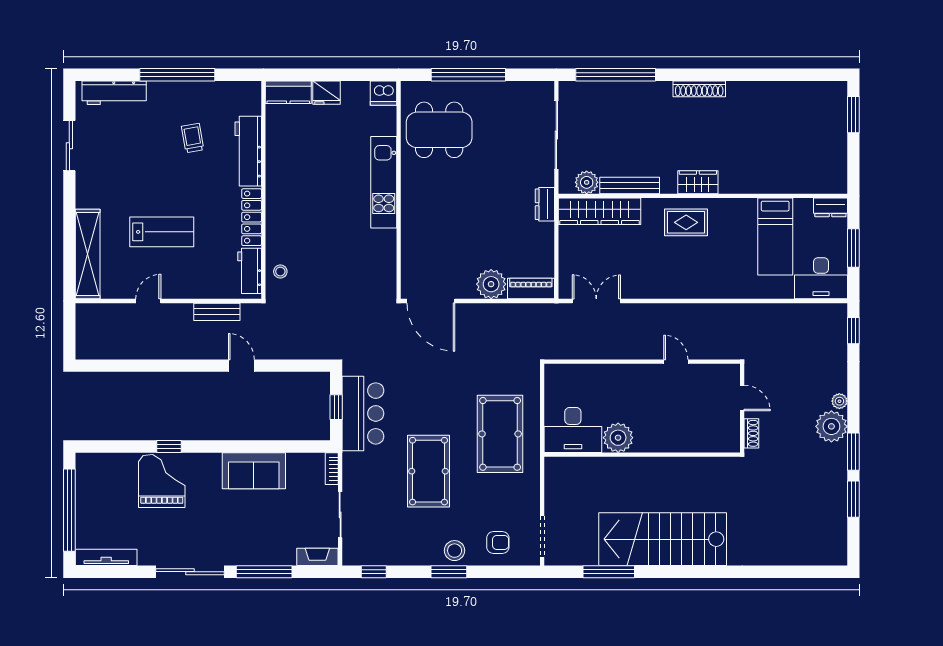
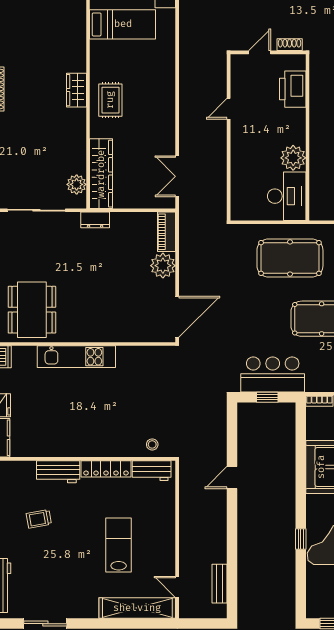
workbench: (248, 151) -> (58, 472), width x0.73
bench: (630, 186) -> (79, 148), removed
door: (148, 301) -> (177, 587), moved
bench: (217, 312) -> (219, 584), moved
printer: (699, 437) -> (293, 89), added

